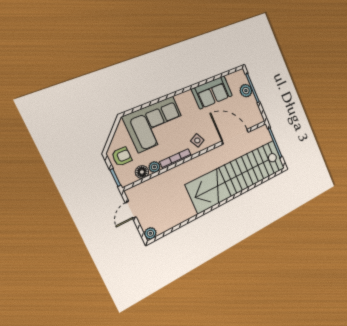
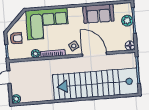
door: (235, 137) -> (95, 54), moved
floor lamp: (142, 172) -> (130, 46), moved

